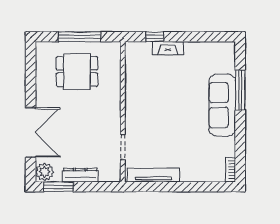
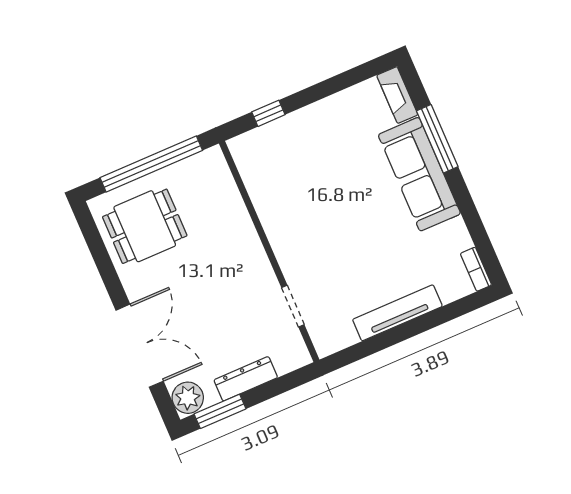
window: (79, 37) -> (151, 164), width x1.46
fireplace: (168, 48) -> (397, 95), moved, turned 90
dining table: (77, 71) -> (145, 226), moved
tv unit: (153, 175) -> (397, 313), moved

